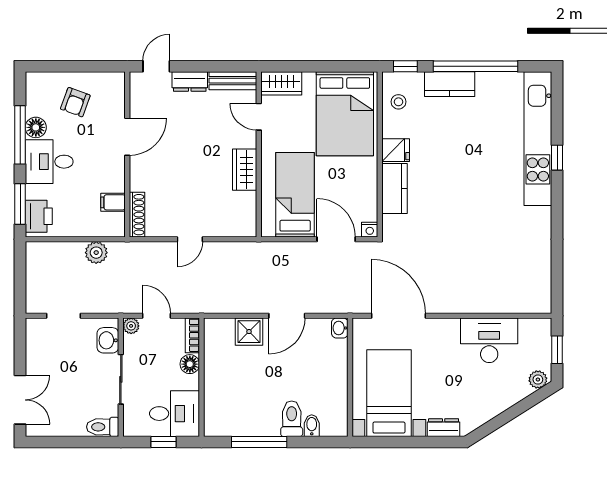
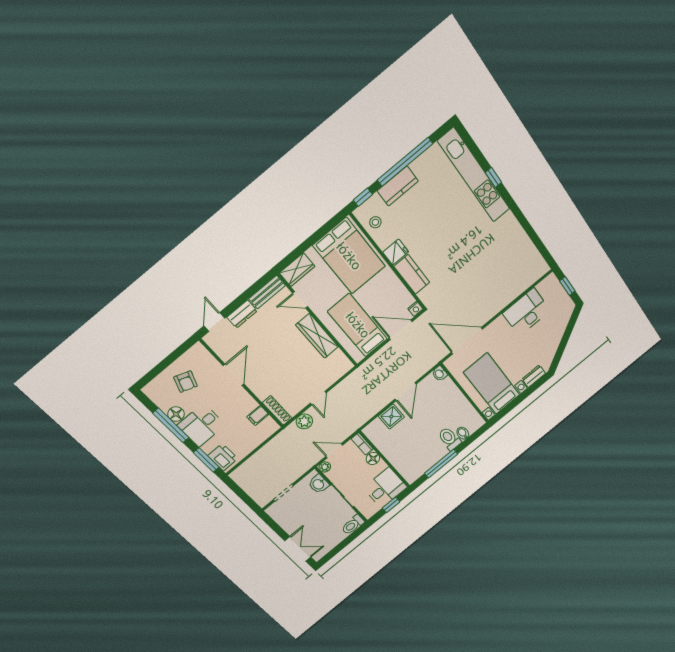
wardrobe: (245, 170) -> (317, 336), width x1.50
plant: (96, 253) -> (304, 421), moved
plant: (538, 380) -> (567, 310), removed

